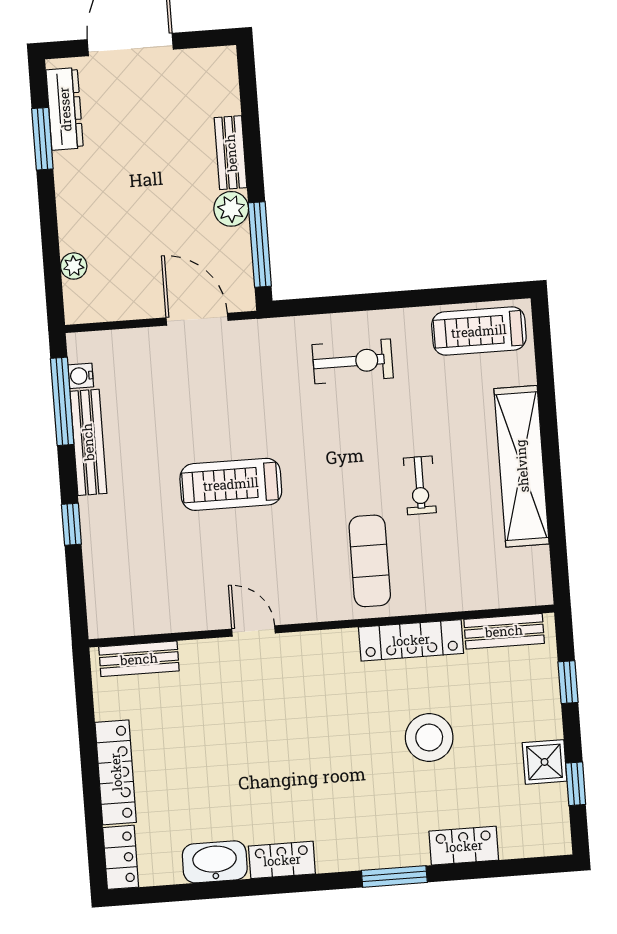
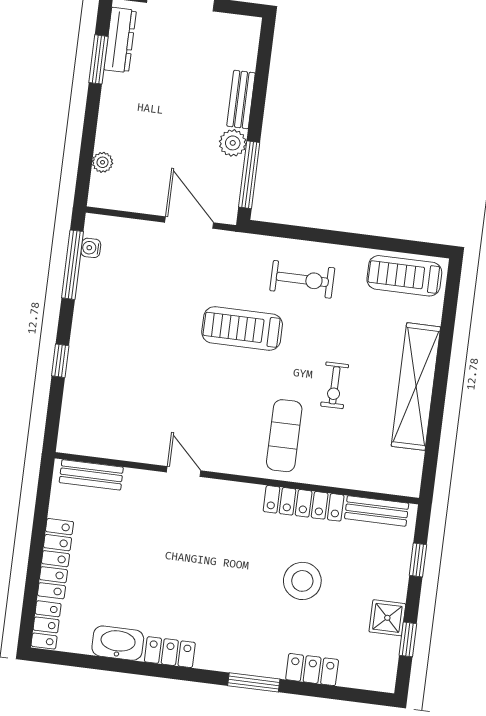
bench: (88, 442) -> (86, 300), removed
treadmill: (231, 484) -> (242, 328), moved

